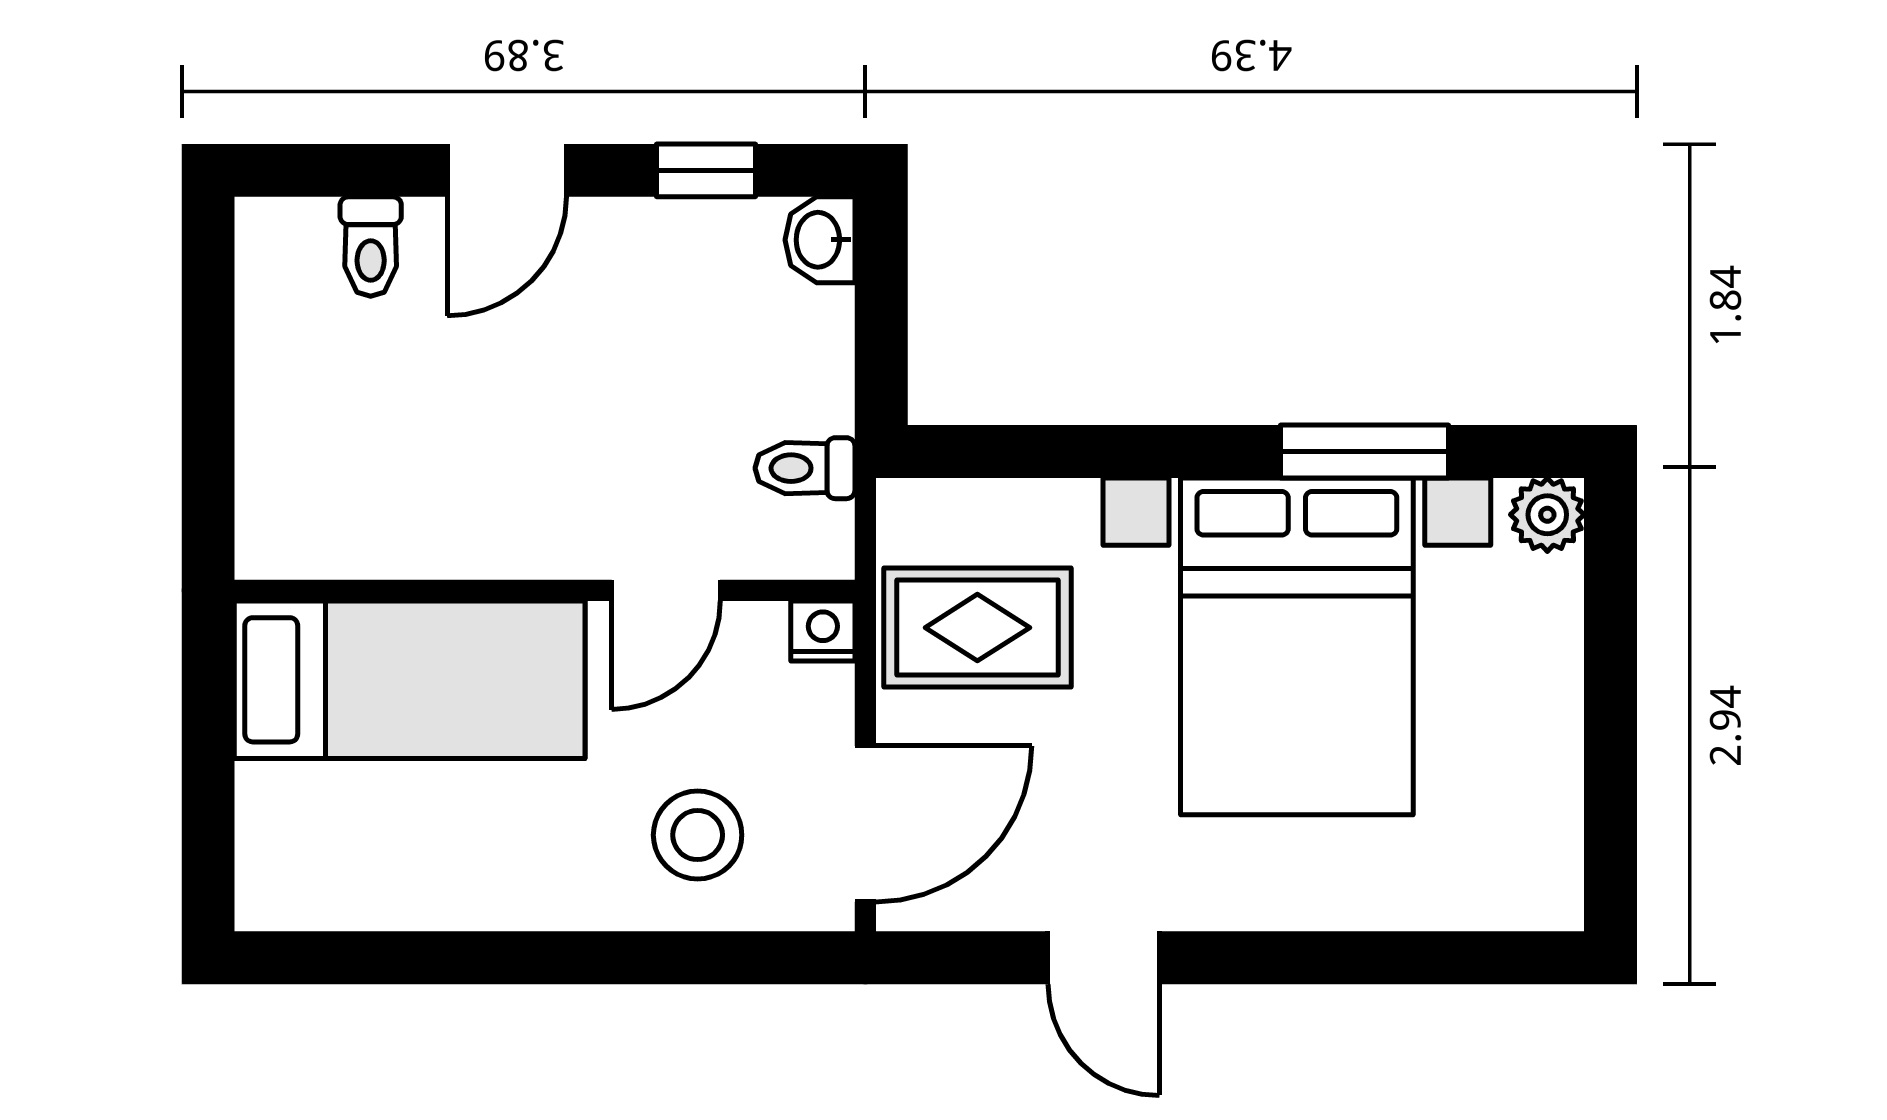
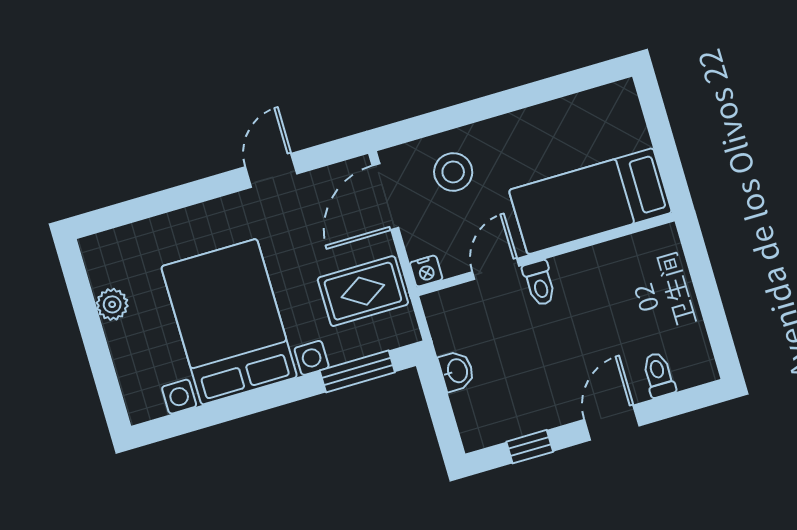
washbasin: (820, 240) -> (457, 371), moved
window: (1365, 452) -> (357, 371), moved
toilet: (805, 468) -> (539, 283), moved, turned 90
plant: (1547, 515) -> (112, 304), moved
door: (1104, 958) -> (271, 170), hinge flipped

